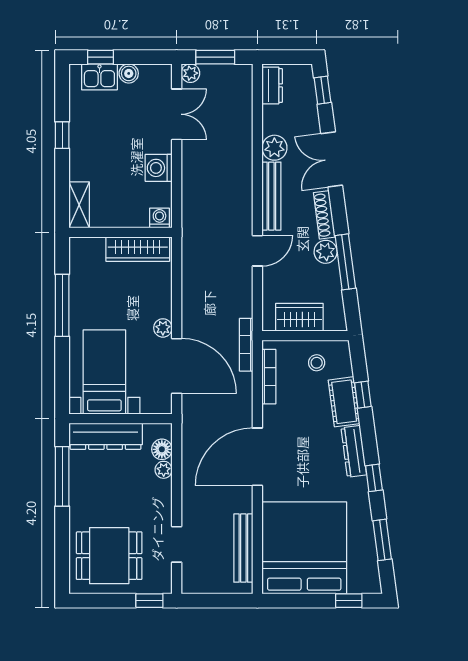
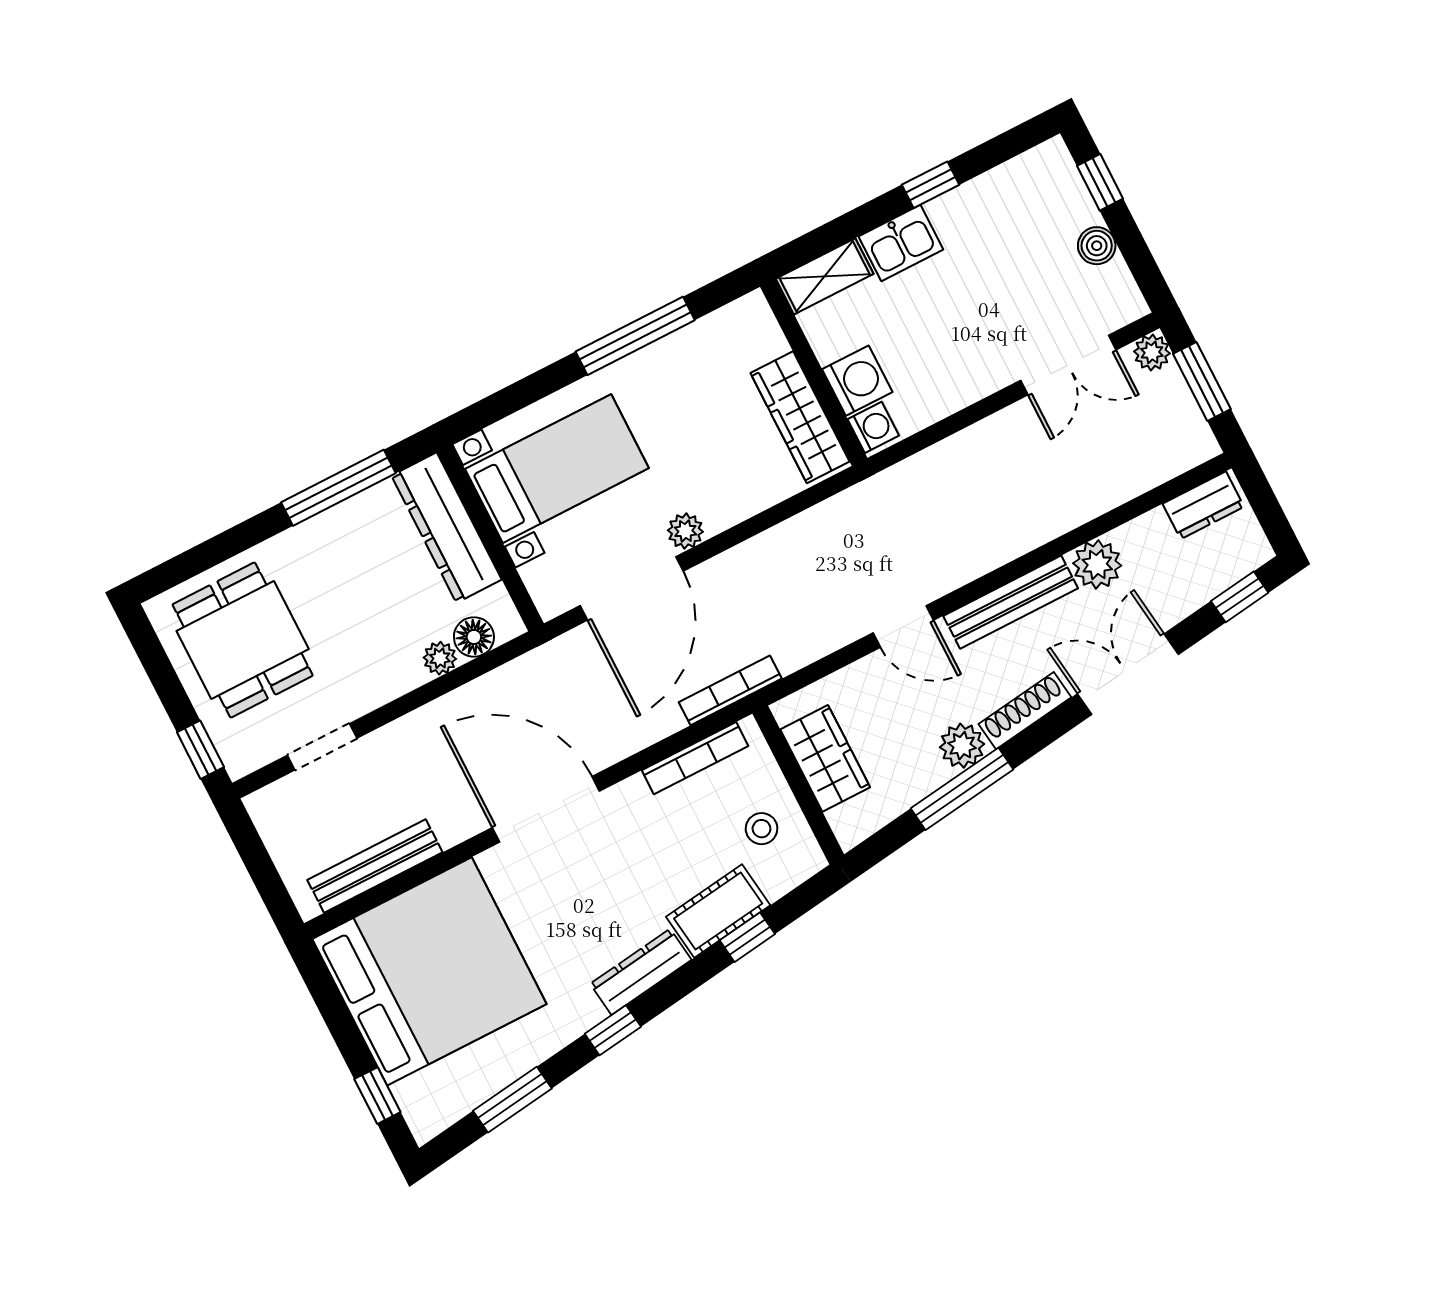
kitchen sink: (99, 77) -> (901, 243), moved, turned -90
washing machine: (159, 168) -> (857, 381), moved, turned 90

